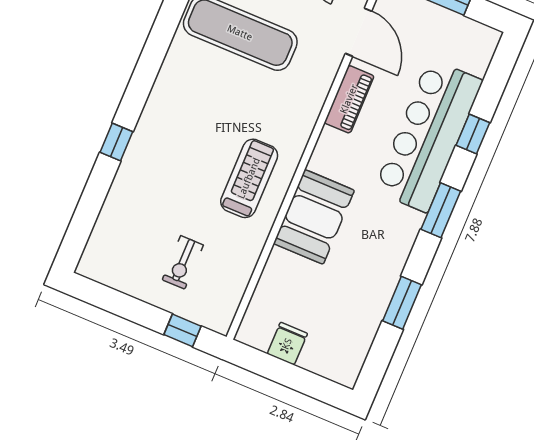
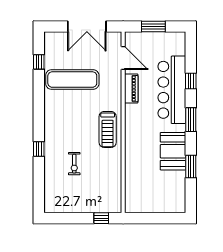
treadmill: (249, 178) -> (108, 129), moved, turned 180
booth: (314, 217) -> (173, 151), moved
exercise bike: (183, 262) -> (74, 164), moved
fridge: (287, 344) -> (149, 205), removed

